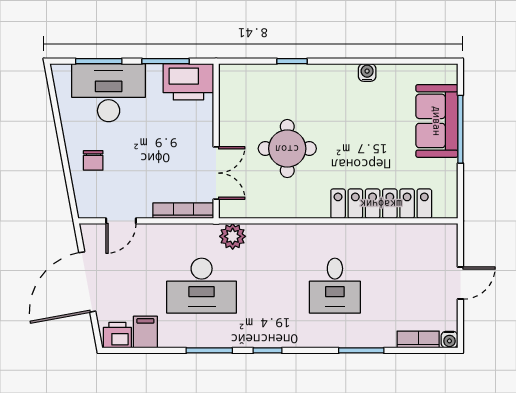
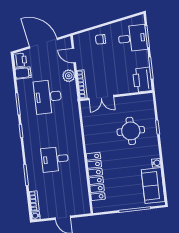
desk: (109, 93) -> (133, 38), width x0.73
sofa: (437, 121) -> (153, 186), moved, turned -90
round table: (287, 149) -> (131, 131), moved
plant: (233, 236) -> (69, 76), moved

